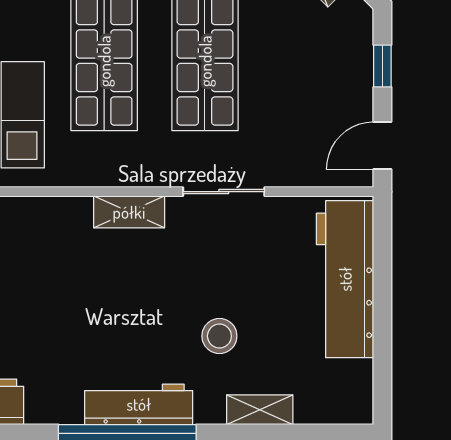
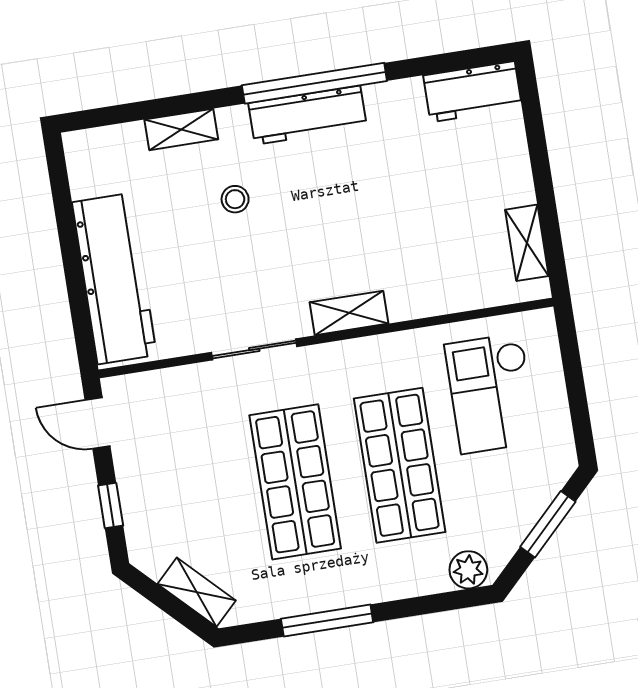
door: (382, 146) -> (98, 423), swing flipped
stool: (219, 336) -> (235, 199), width x0.73, depth x0.73

